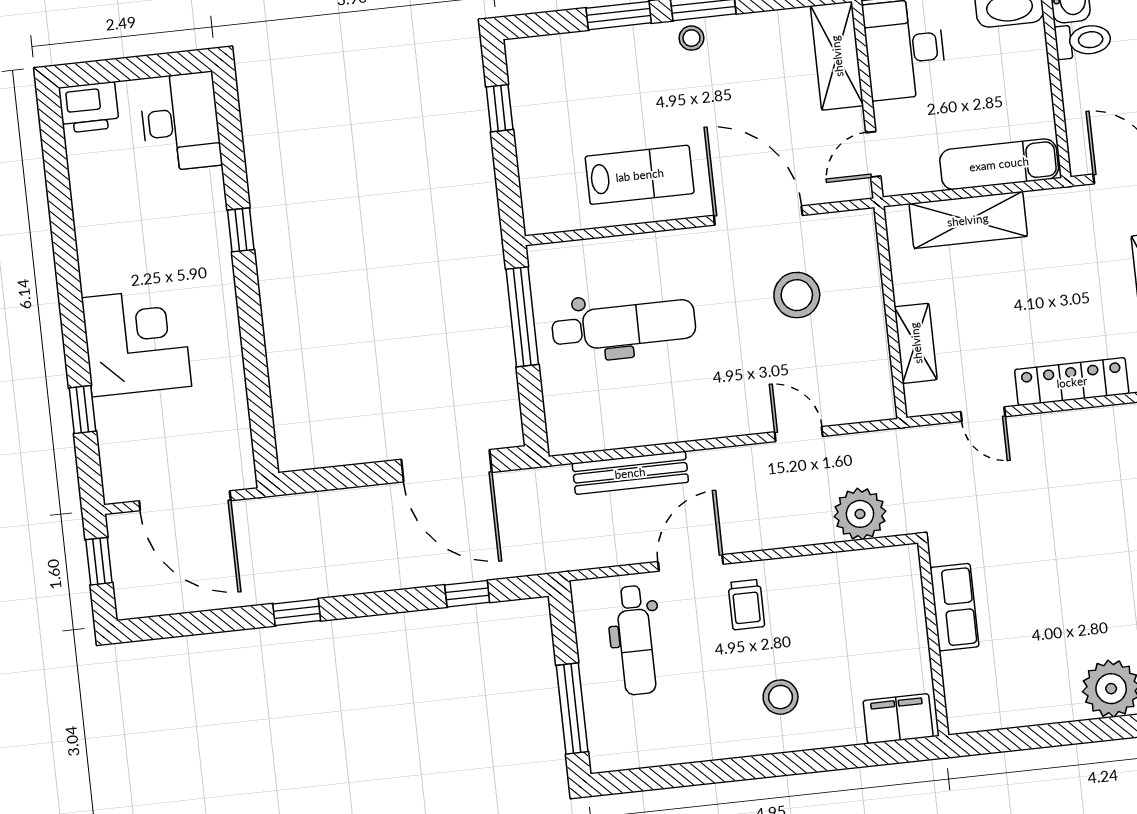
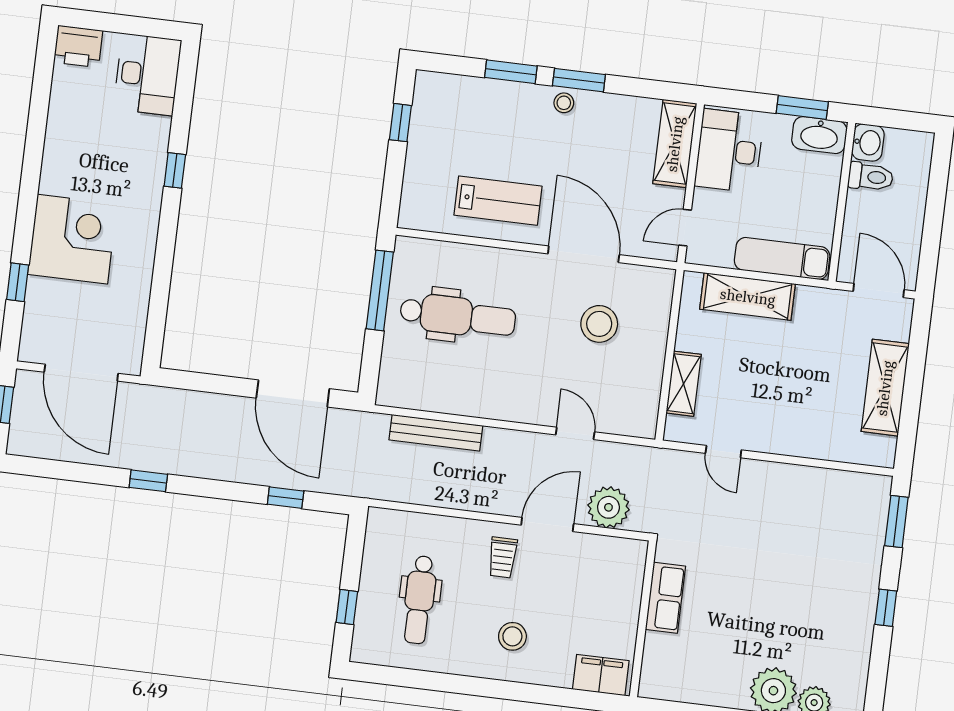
locker: (1072, 382) -> (799, 442), removed
door: (691, 563) -> (547, 524), moved
dental chair: (636, 640) -> (419, 600), moved
window: (572, 708) -> (347, 607), width x0.46

